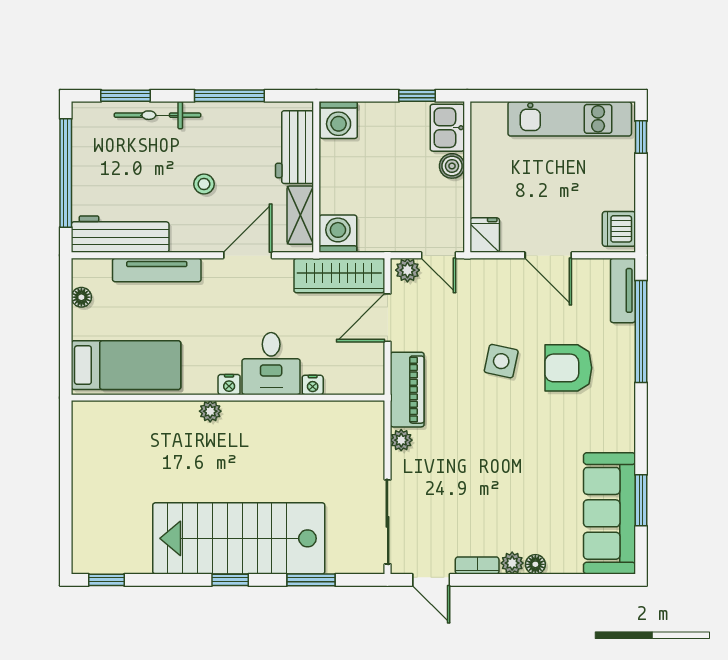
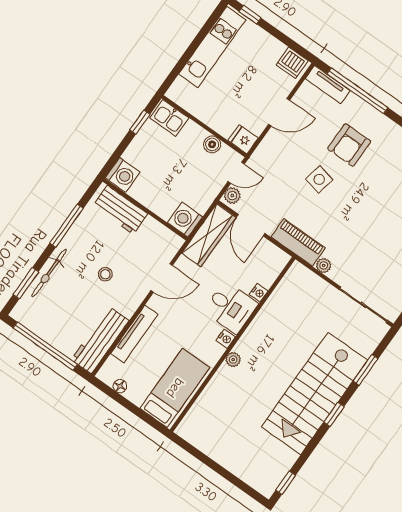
boiler: (452, 166) -> (212, 144), moved
shelving: (300, 215) -> (160, 233), removed
door: (248, 255) -> (162, 278), swing flipped

